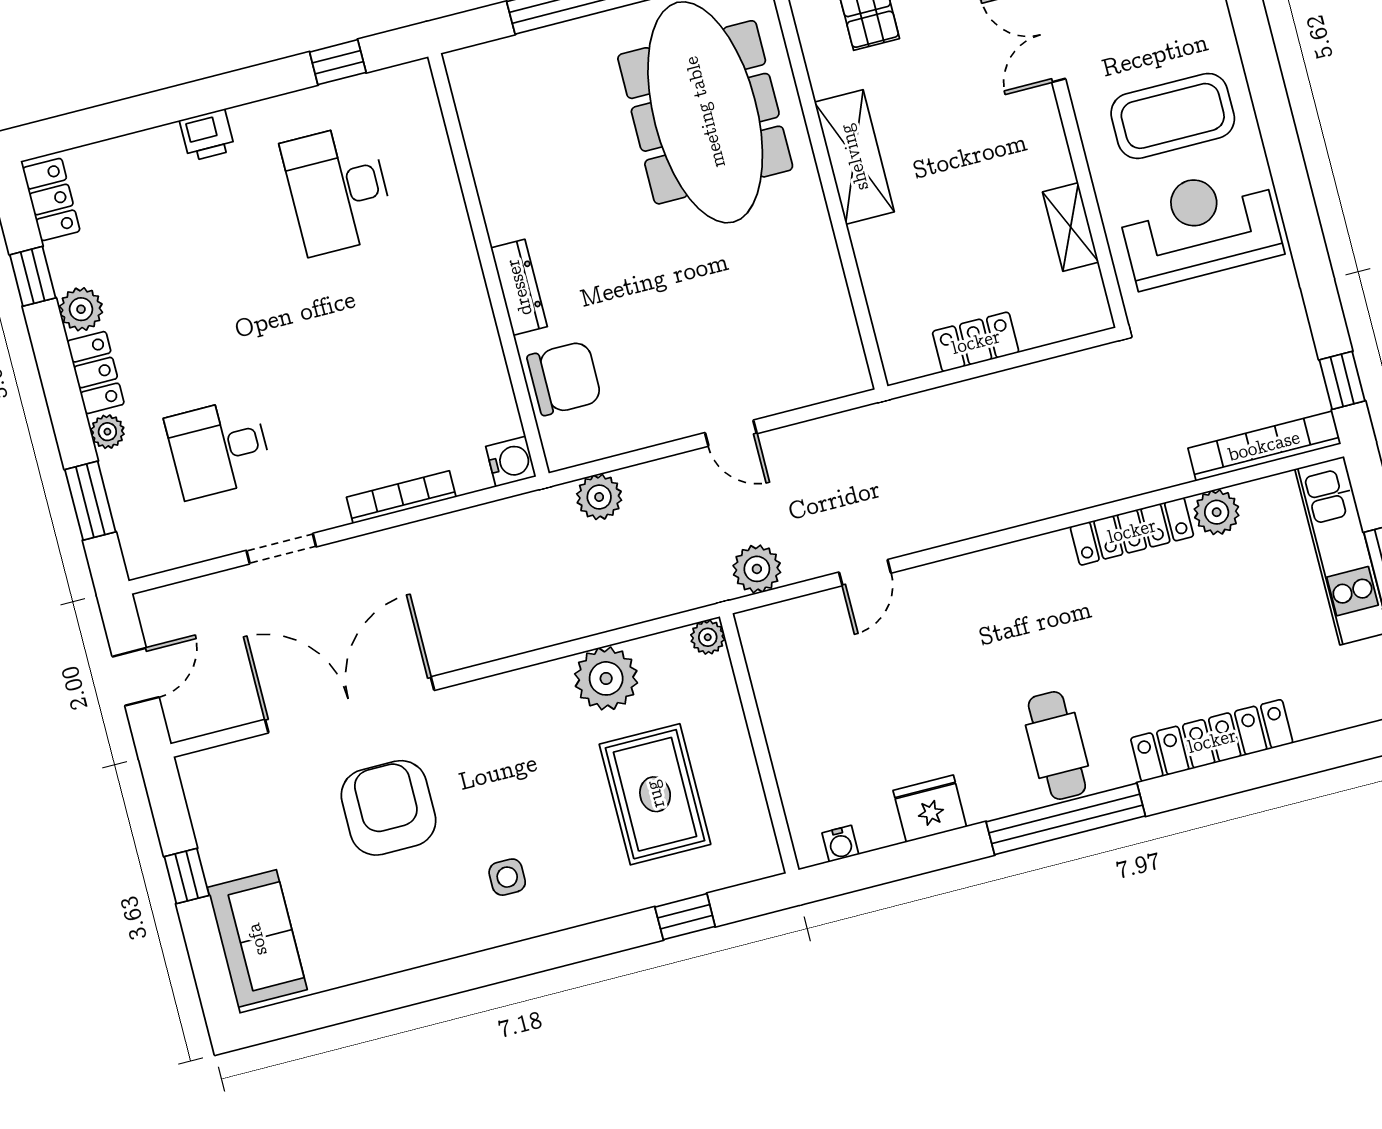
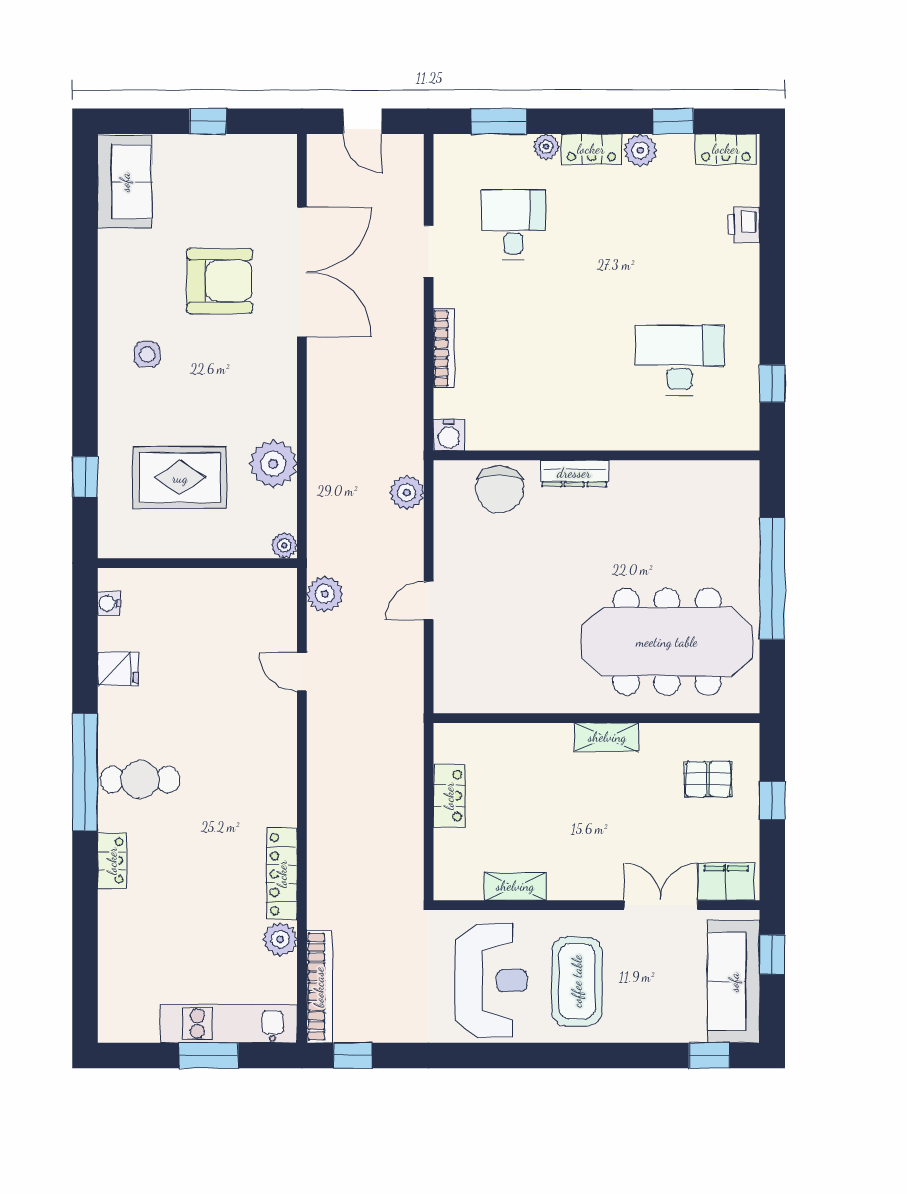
printer: (207, 135) -> (744, 225), moved
shelving: (854, 157) -> (607, 737), width x0.67, depth x0.75
locker: (1212, 741) -> (112, 861), width x0.46, depth x0.83
fridge: (930, 809) -> (118, 669), width x0.72
sofa: (257, 939) -> (125, 182), moved, turned -90

